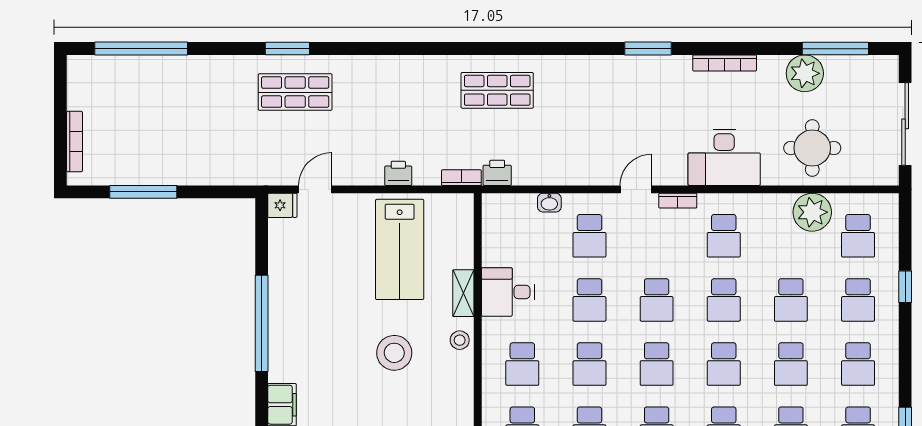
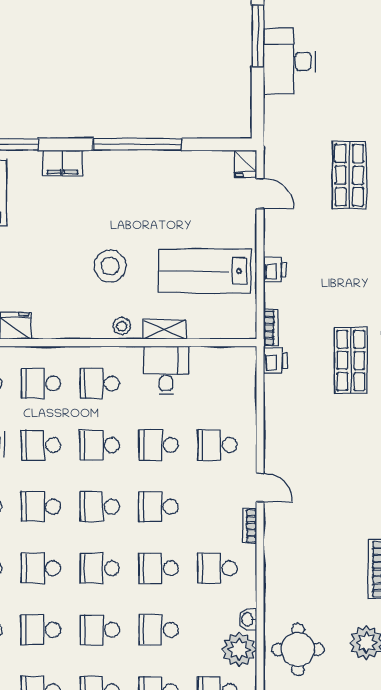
desk: (724, 157) -> (289, 61), moved
washbasin: (549, 203) -> (248, 619), moved

